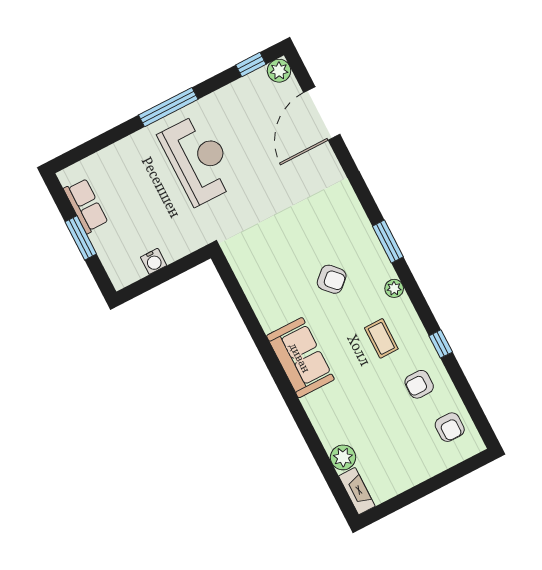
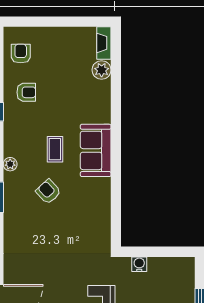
water cooler: (154, 261) -> (139, 264), moved
coffee table: (381, 338) -> (55, 149), moved

